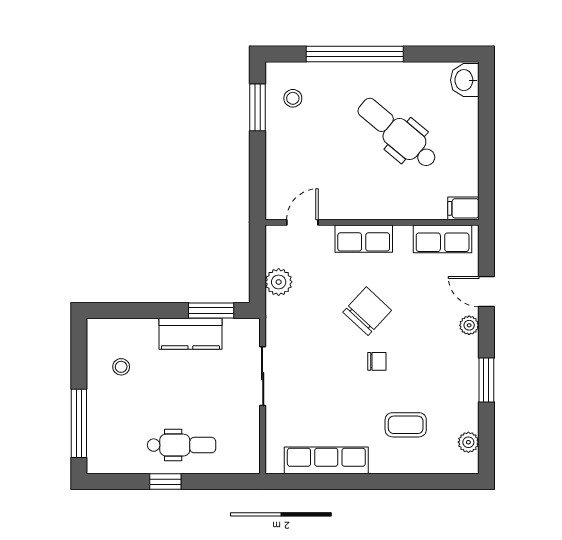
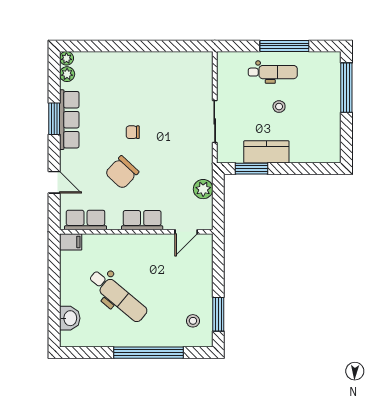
washbasin: (465, 80) -> (70, 318), moved
chair: (367, 311) -> (122, 172), moved
plant: (469, 325) -> (66, 58), moved
stool: (121, 367) -> (279, 107), moved
coffee table: (406, 425) -> (112, 87), removed
dental chair: (182, 445) -> (273, 72), turned 180
row of seats: (326, 460) -> (69, 120), moved, turned -90
window: (165, 482) -> (284, 46), width x2.17

